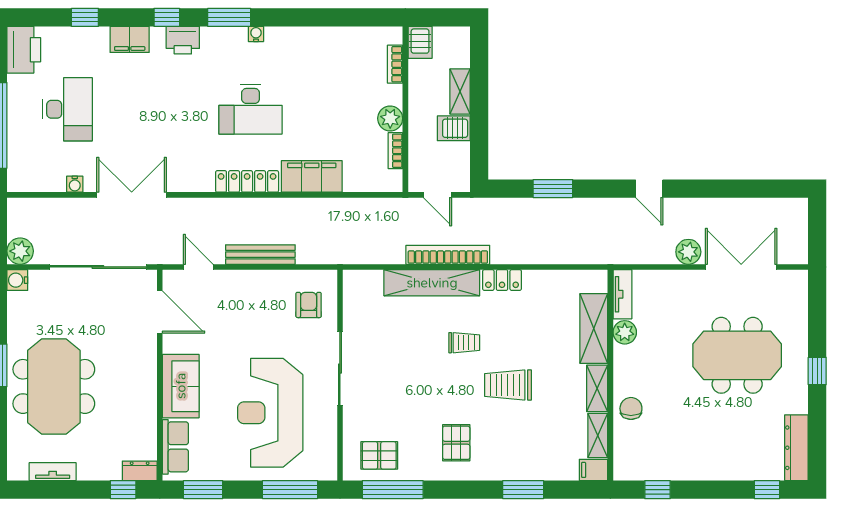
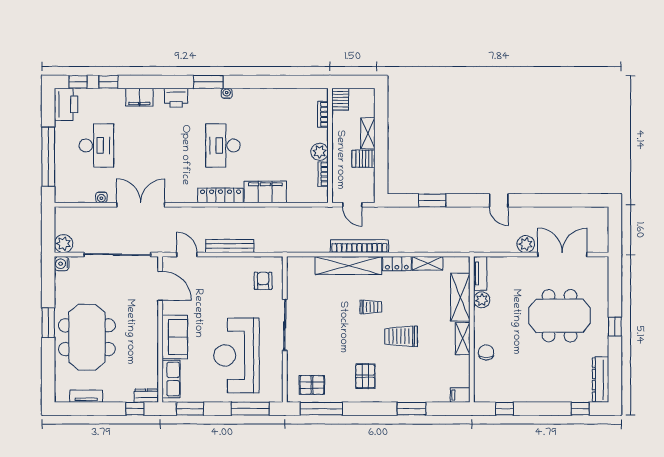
window: (167, 17) -> (78, 82), moved
desk: (251, 109) -> (223, 146), turned 90
shelving: (598, 436) -> (428, 263), moved, turned 90

